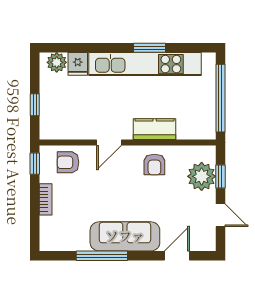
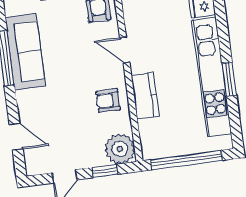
plant: (202, 176) -> (120, 149), moved
sofa: (125, 236) -> (25, 52), moved

